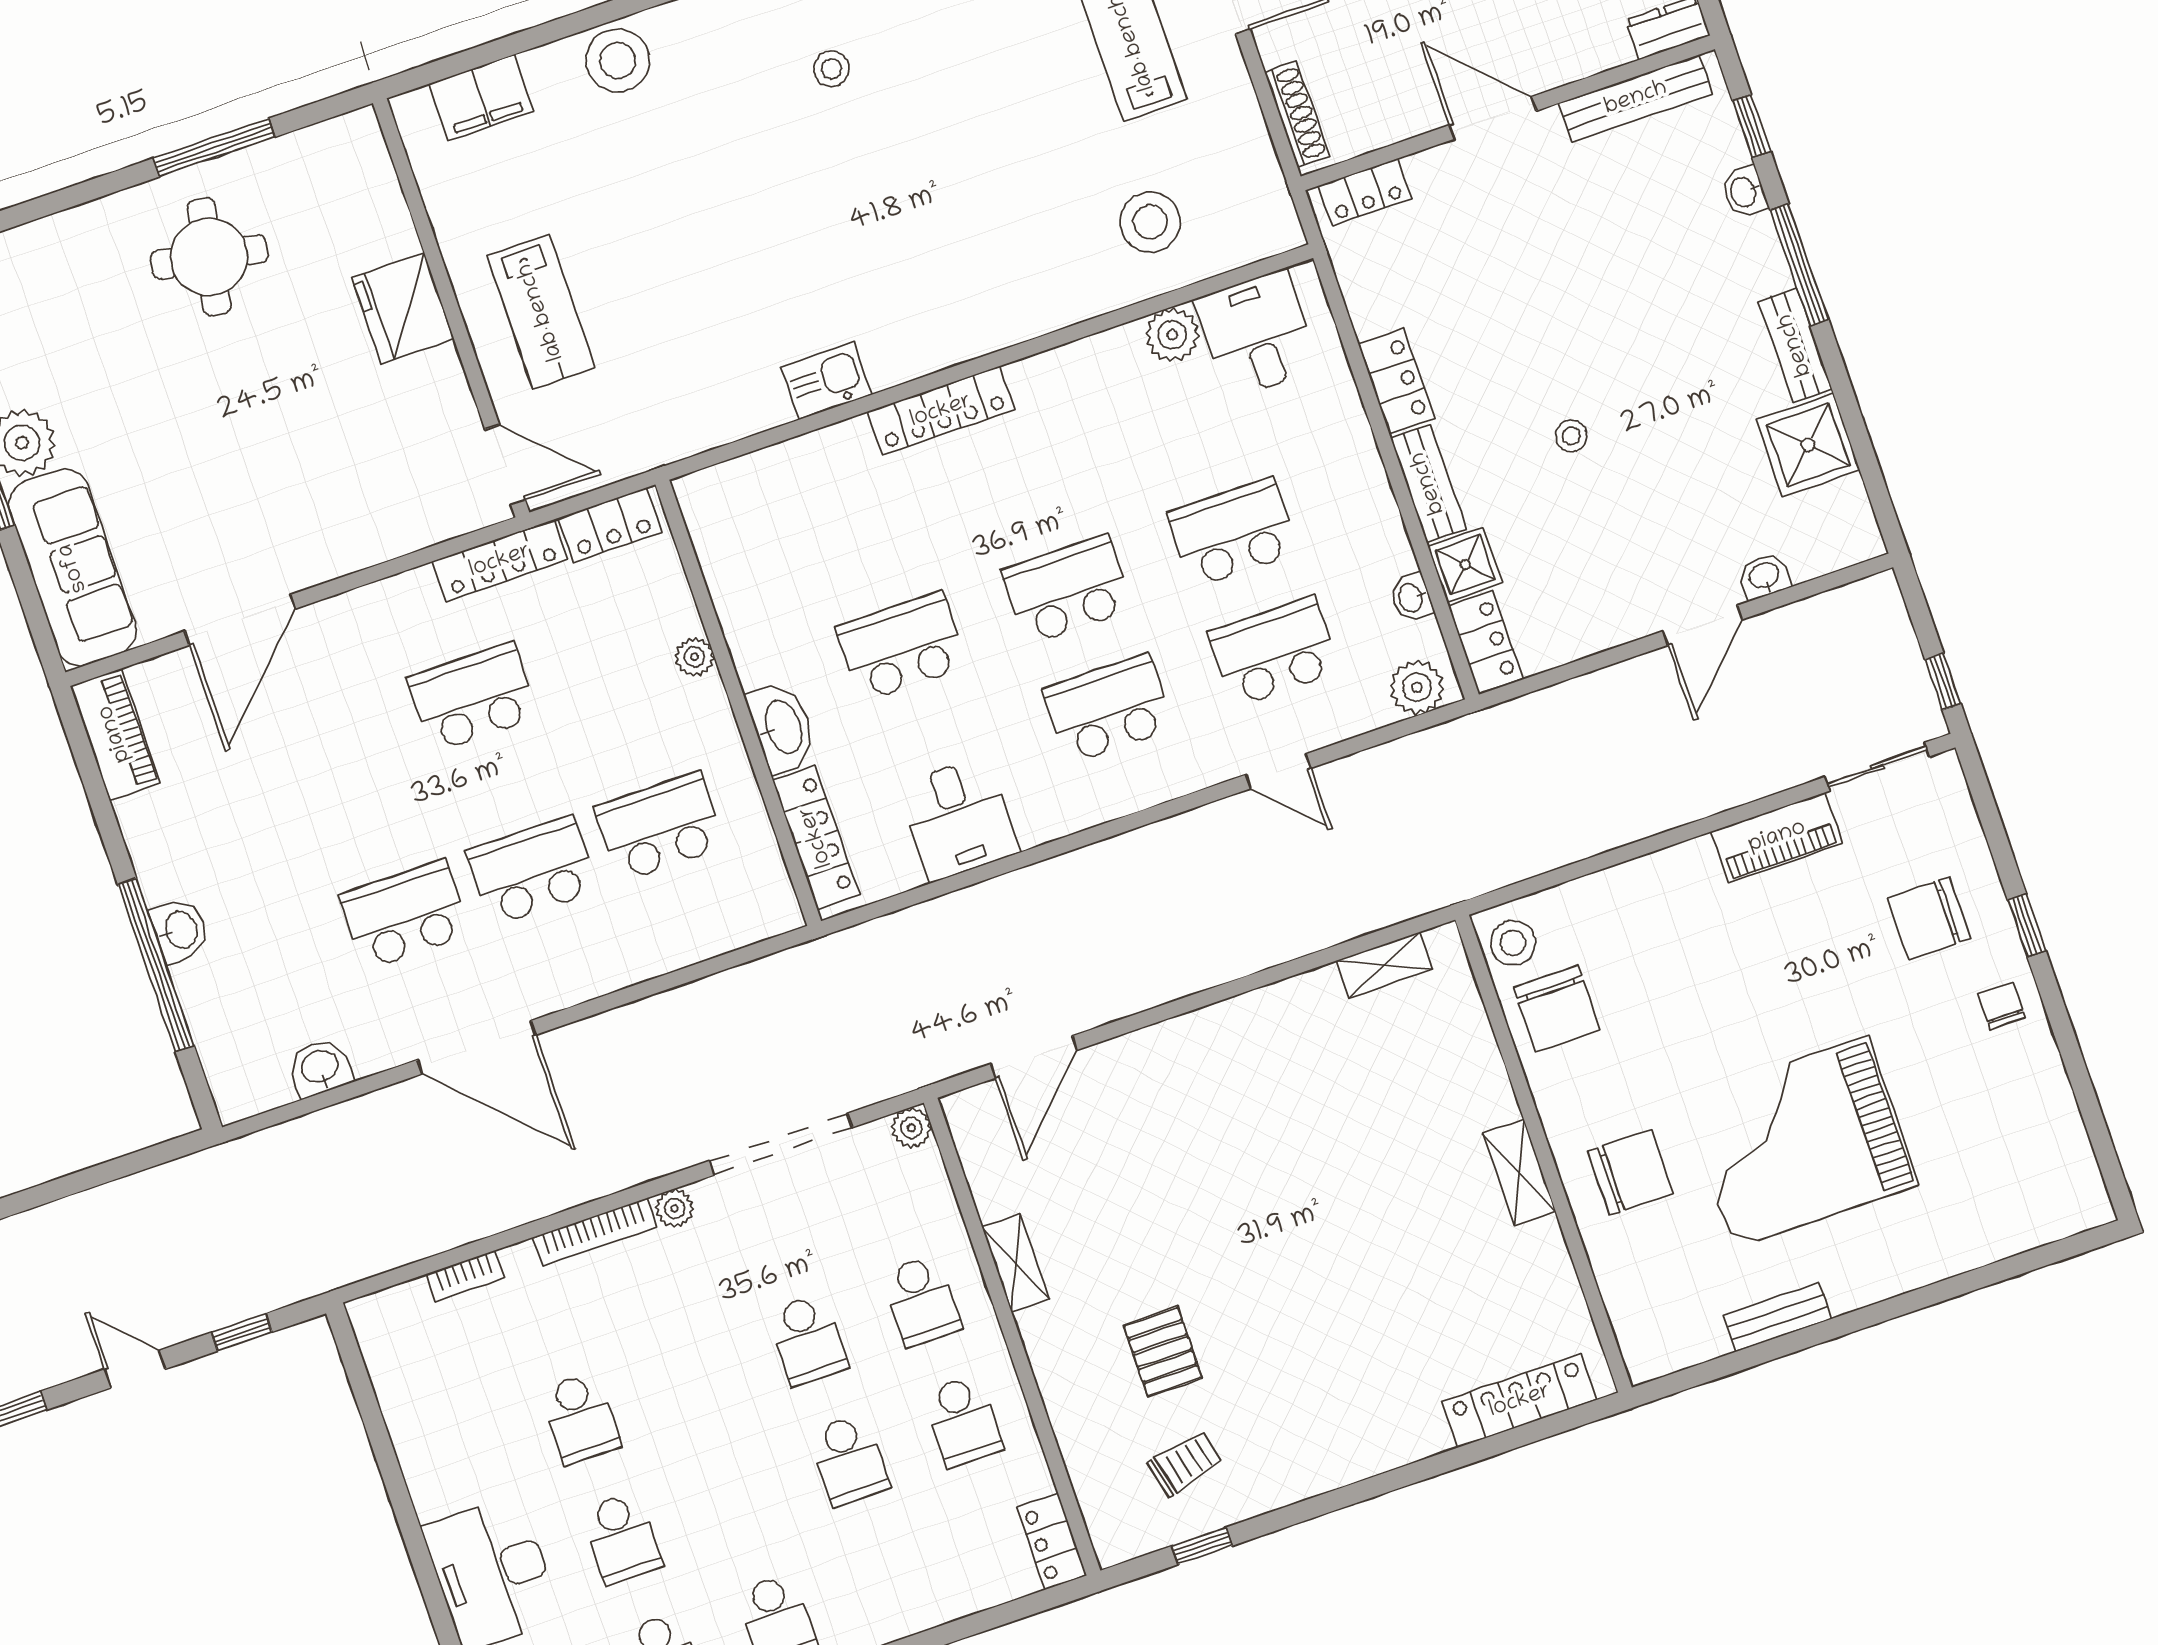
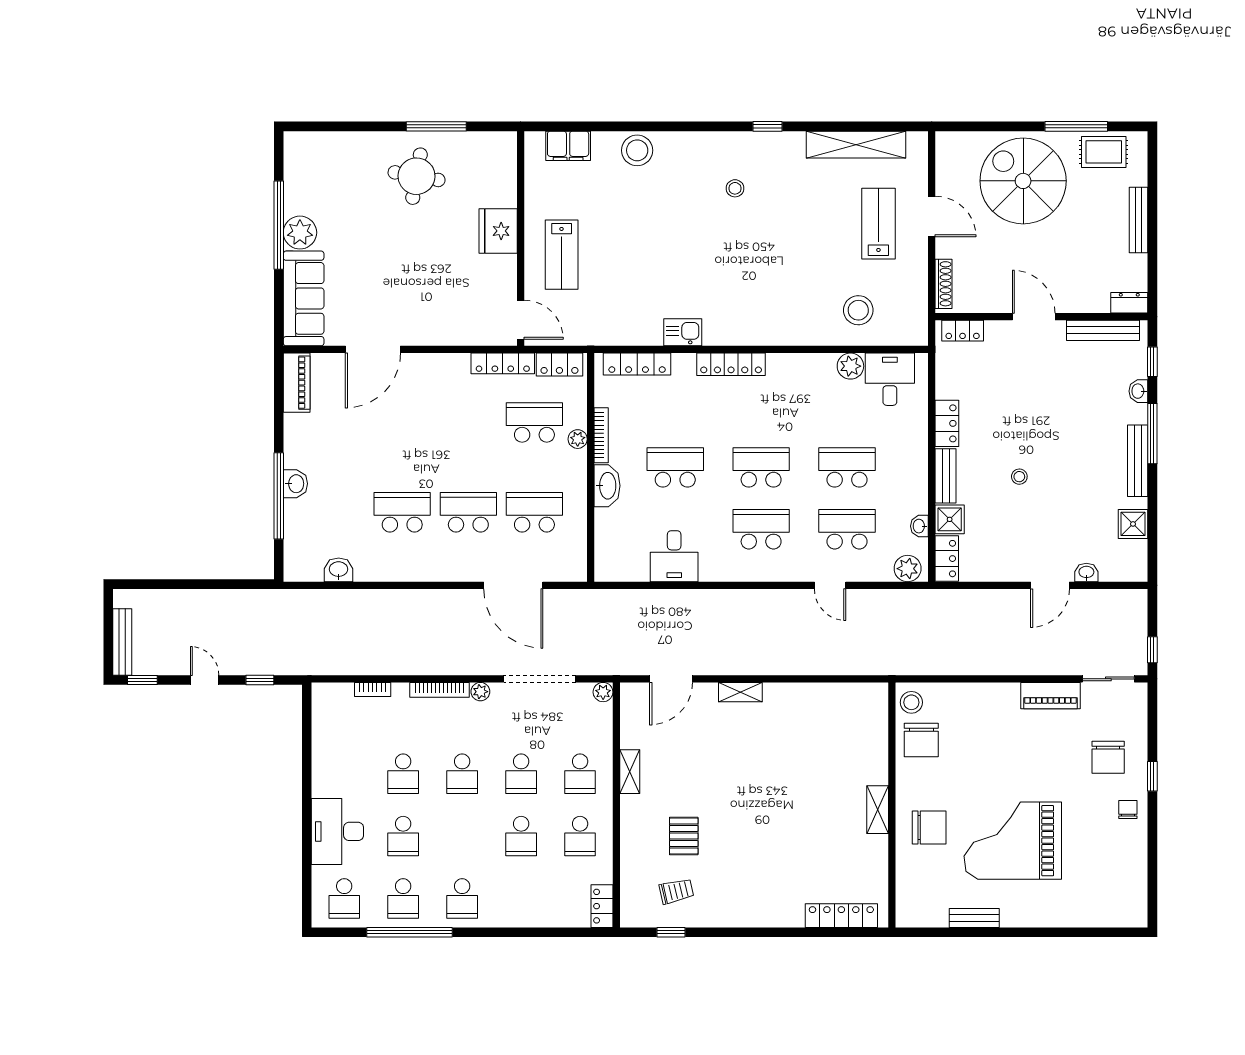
bench: (1795, 345) -> (1138, 461), width x1.36
shower: (1808, 445) -> (1133, 524), width x0.73, depth x0.73
bookcase: (737, 634) -> (601, 435), added
school desk: (473, 697) -> (534, 422), moved
locker: (816, 837) -> (637, 364), moved, turned 90
chair: (1929, 918) -> (1108, 757), turned -90
shelving: (1384, 965) -> (740, 692), moved
door: (477, 1047) -> (513, 585), moved
school desk: (694, 1379) -> (462, 774), added

